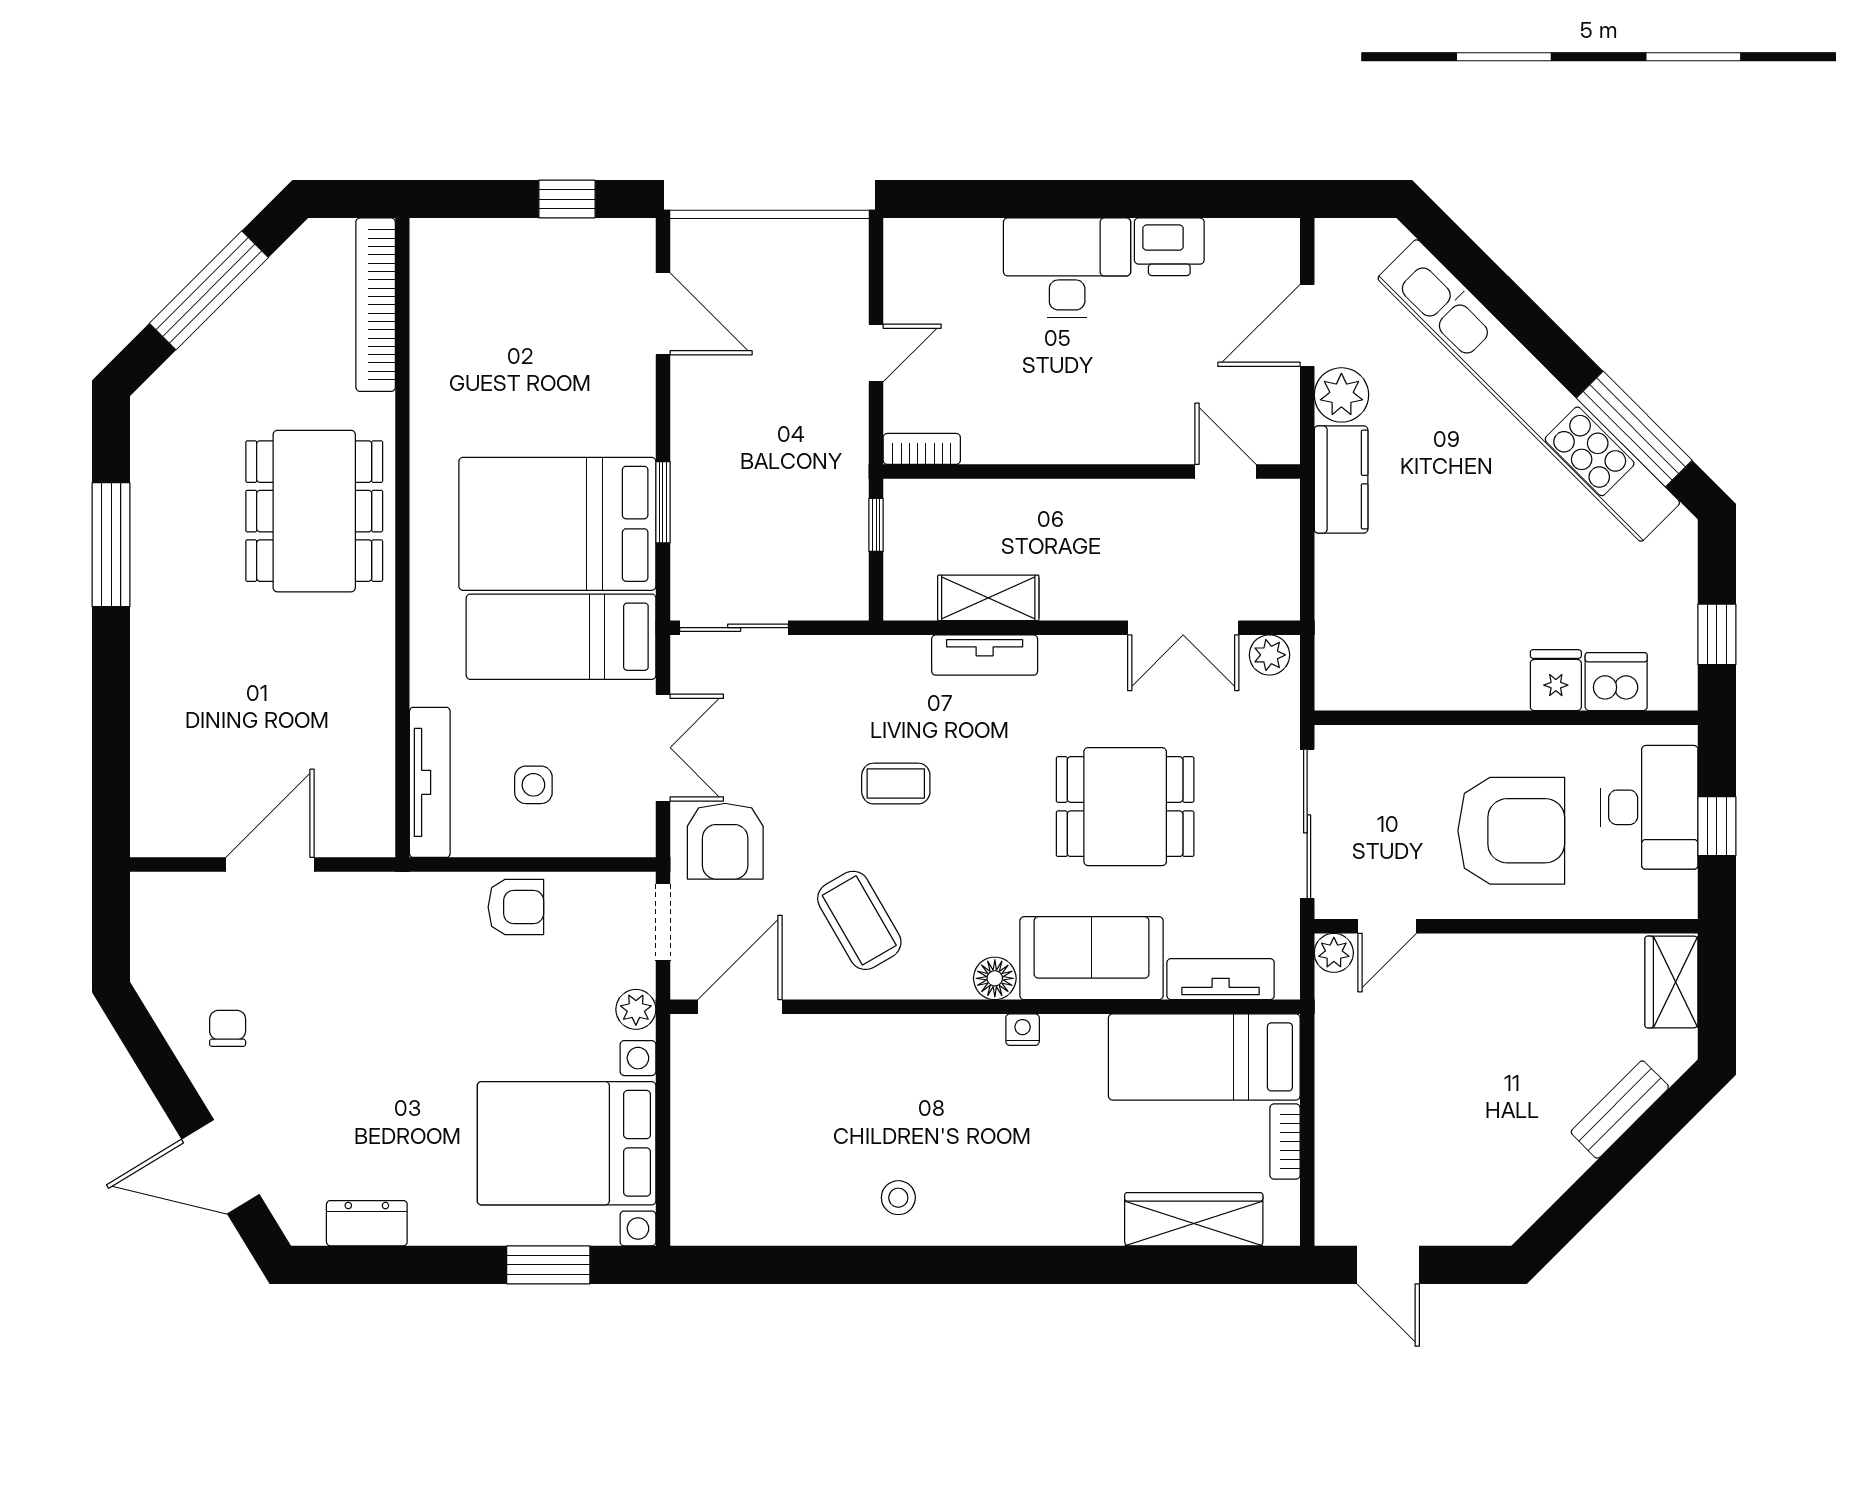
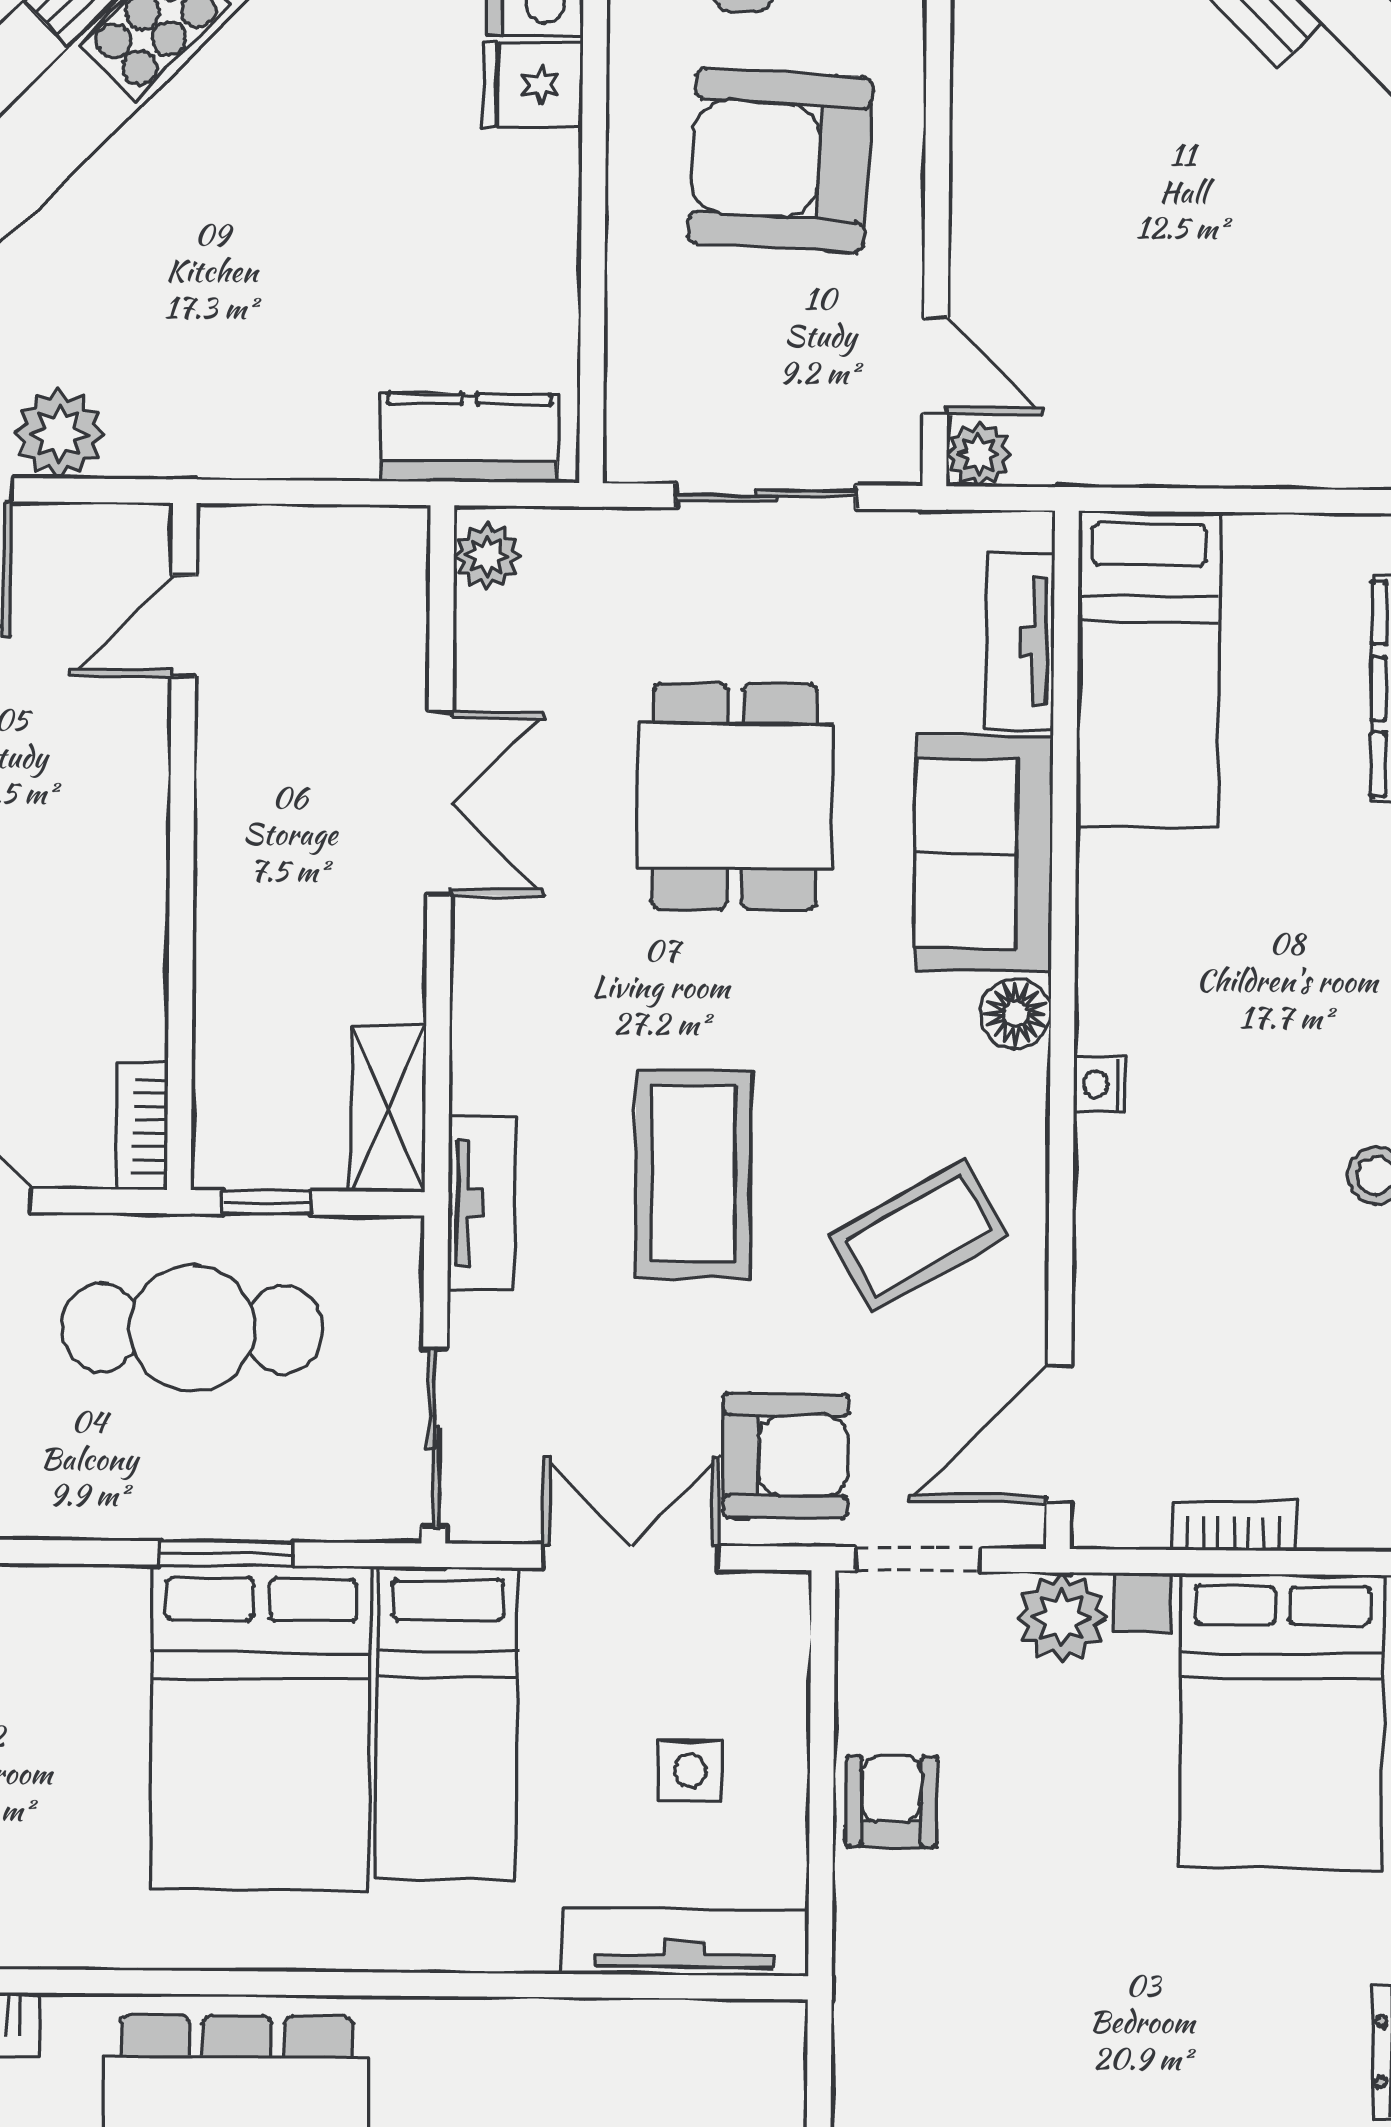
cafe table: (799, 480) -> (192, 1329), added
kitchen counter: (1341, 480) -> (469, 438), moved
shelving: (988, 598) -> (388, 1108), moved
double door: (1183, 628) -> (440, 803), moved
tv unit: (985, 655) -> (481, 1203), moved
coffee table: (896, 784) -> (693, 1174), width x1.86, depth x1.72
sliding door: (1307, 824) -> (766, 496), width x0.73
armchair: (1511, 831) -> (780, 160), turned -87
door: (740, 1007) -> (1059, 1434), hinge flipped
plant: (636, 1009) -> (1062, 1618), width x1.38, depth x1.38
nightstand: (1023, 1030) -> (1100, 1084), moved
bookcase: (1285, 1141) -> (1234, 1526), moved, turned 180

